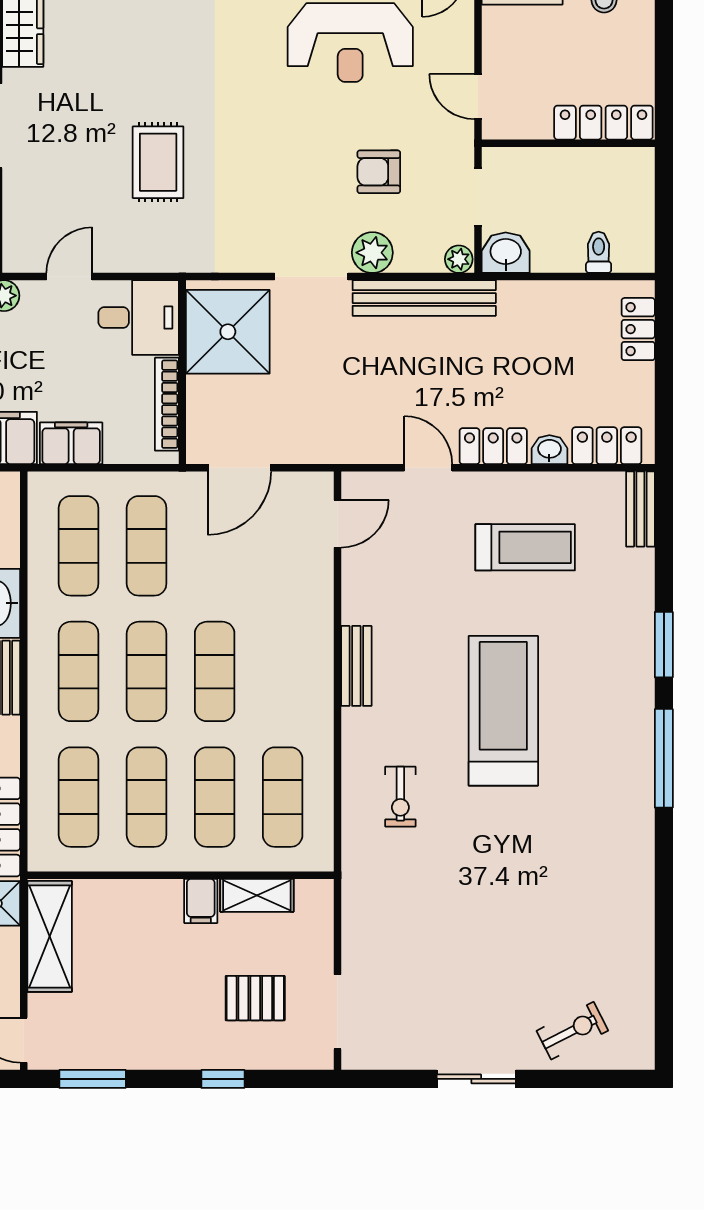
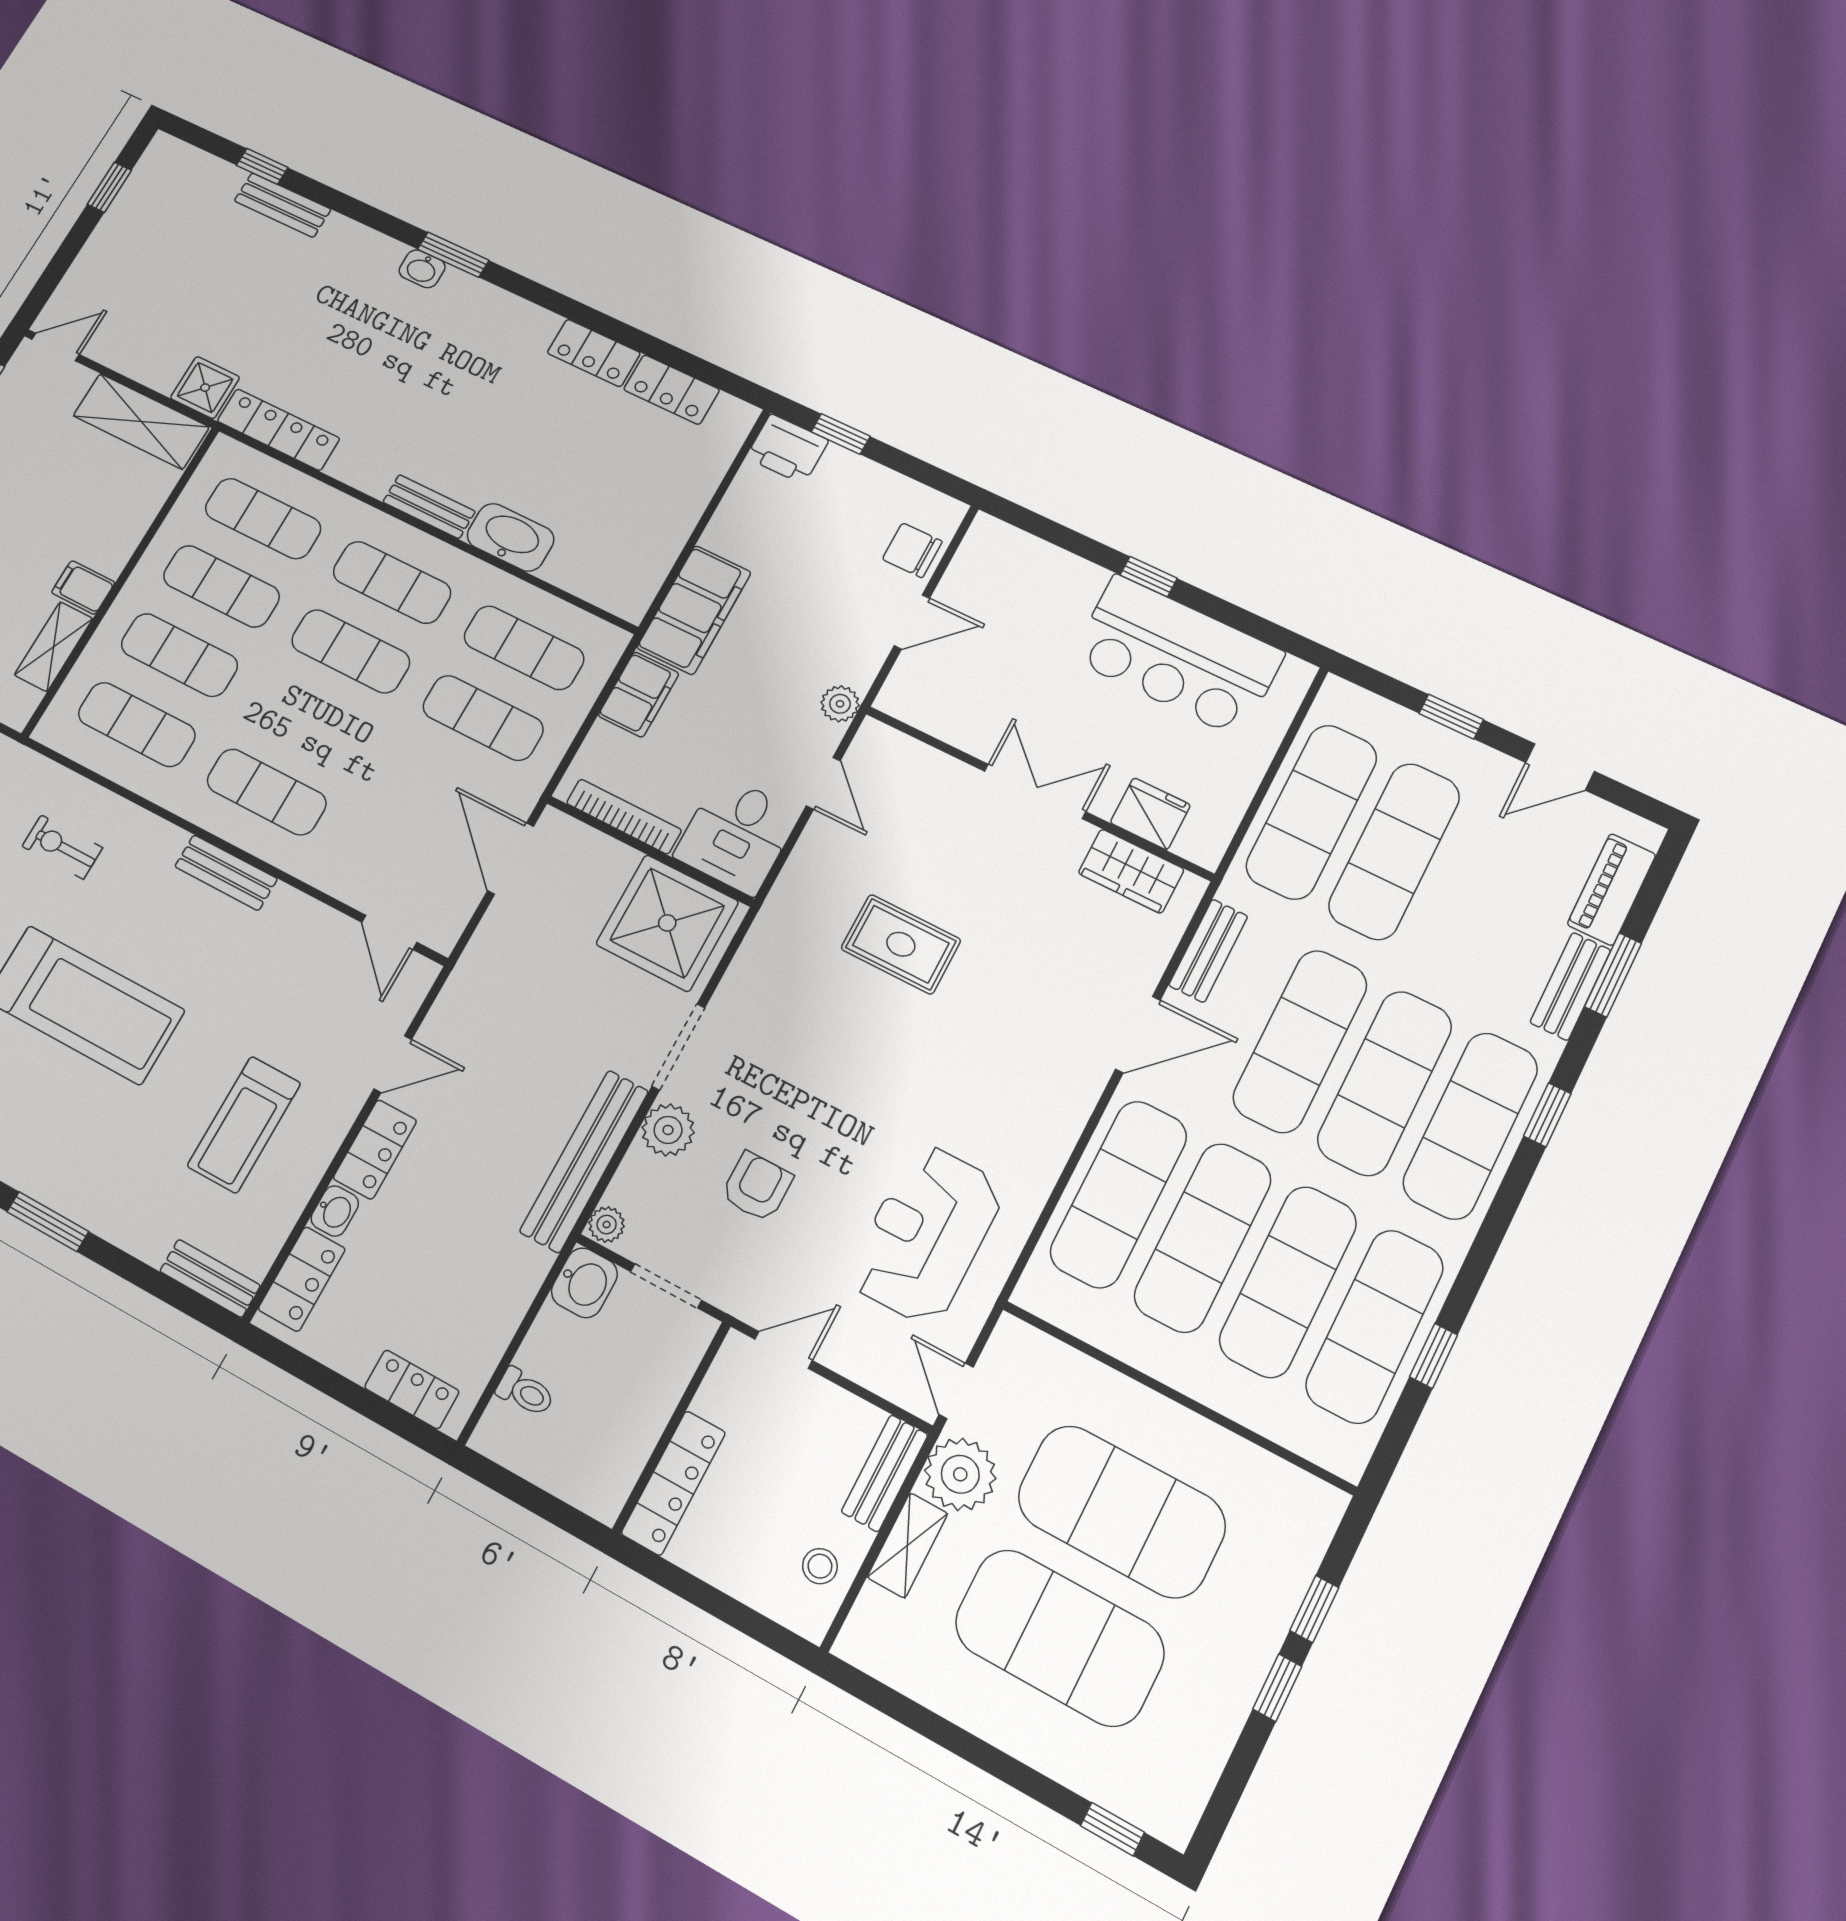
exercise mat: (215, 671) -> (267, 792), moved

